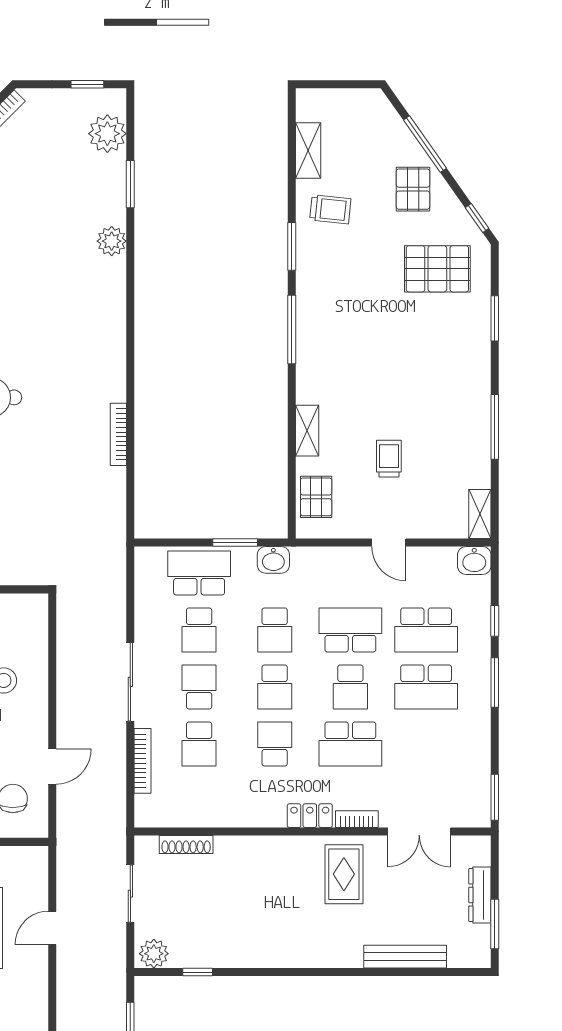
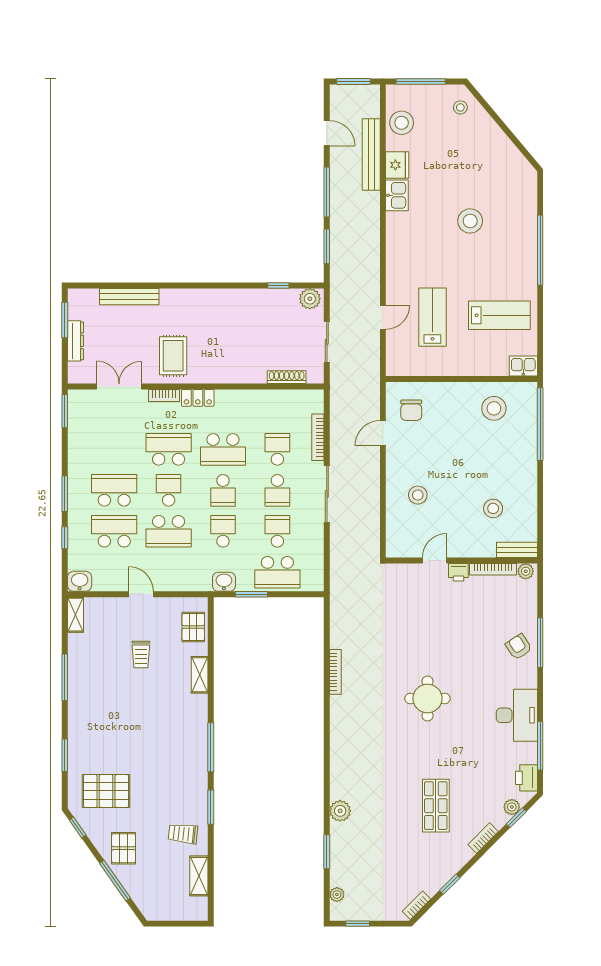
plant: (107, 134) -> (337, 895), width x0.53, depth x0.53
school desk: (275, 687) -> (223, 490), turned 180
school desk: (275, 744) -> (223, 449), width x1.85

